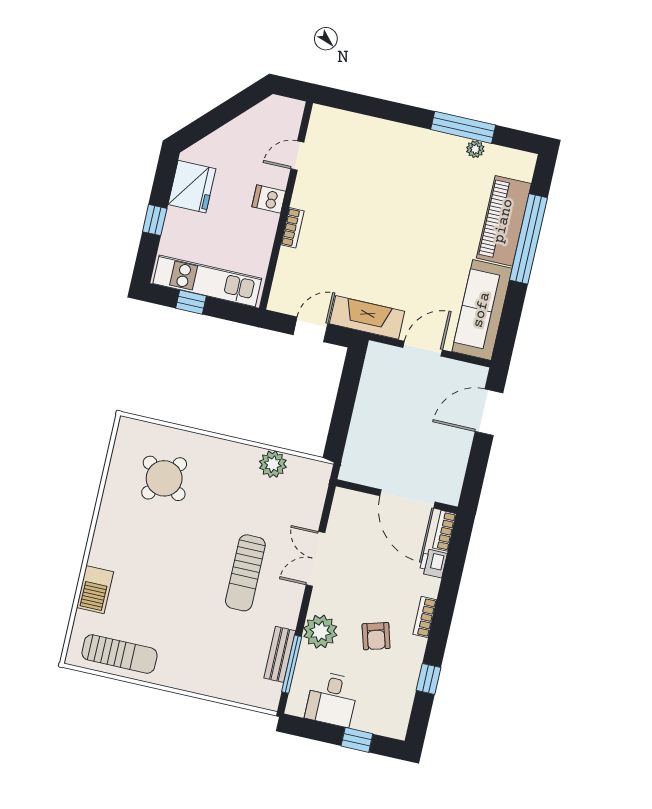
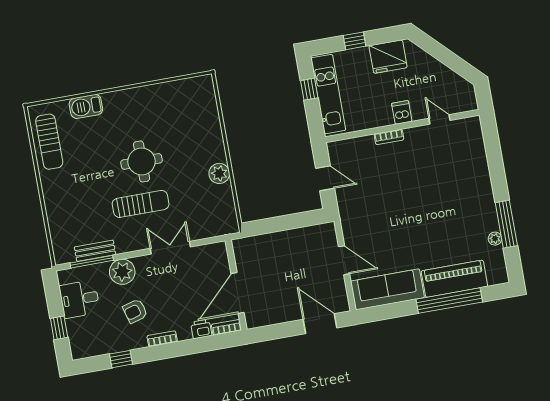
fireplace: (367, 317) -> (349, 213), removed
plant: (273, 464) -> (219, 173), moved
round table: (164, 478) -> (142, 161), moved, turned -35
sun lounger: (245, 573) -> (141, 204), turned 180

